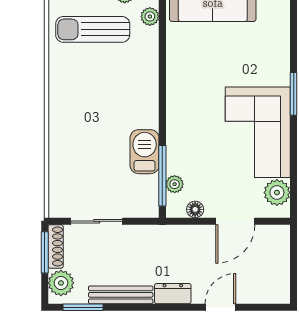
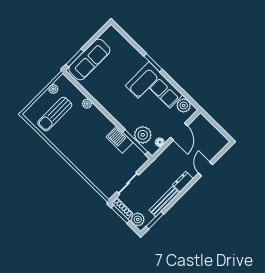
plant: (150, 16) -> (87, 104), moved
plant: (175, 184) -> (143, 135), width x1.88, depth x1.88

